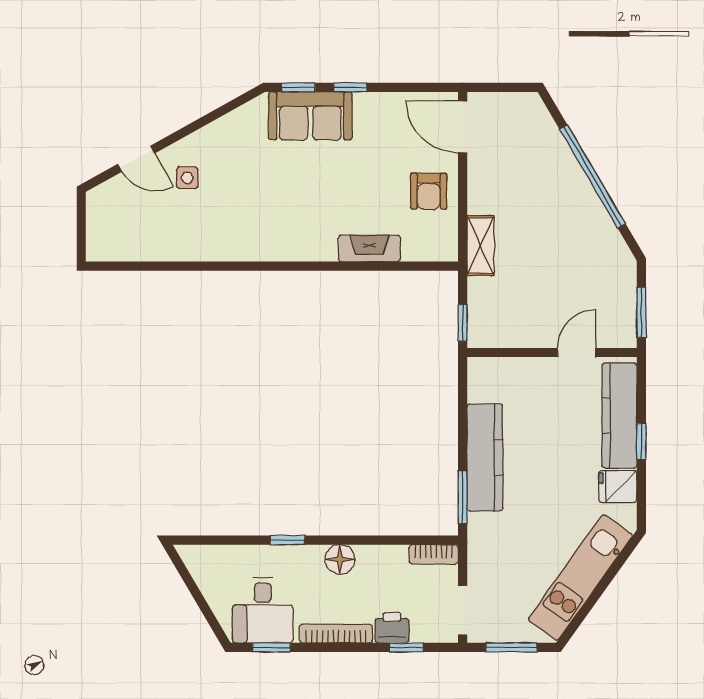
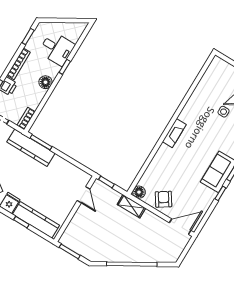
armchair: (429, 191) -> (164, 199), turned 57
floor lamp: (444, 247) -> (139, 192), added
fireplace: (369, 248) -> (174, 133), moved
door: (577, 352) -> (83, 195), moved
kitchen counter: (485, 457) -> (31, 148), moved
desk: (263, 610) -> (57, 48), moved, turned 180

